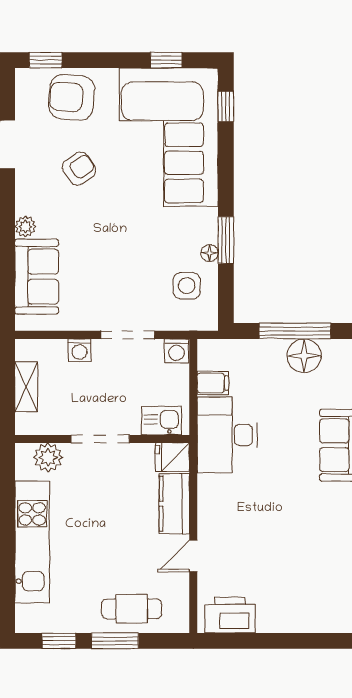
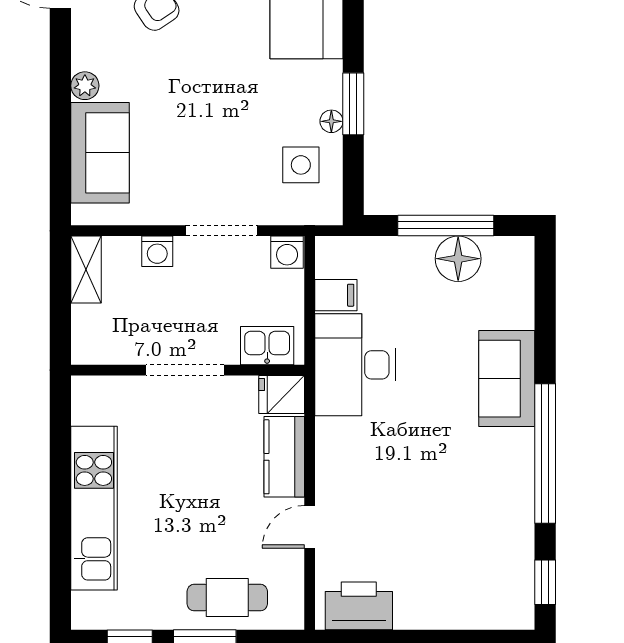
shelving: (26, 387) -> (86, 270), moved
plant: (48, 457) -> (115, 395), removed

